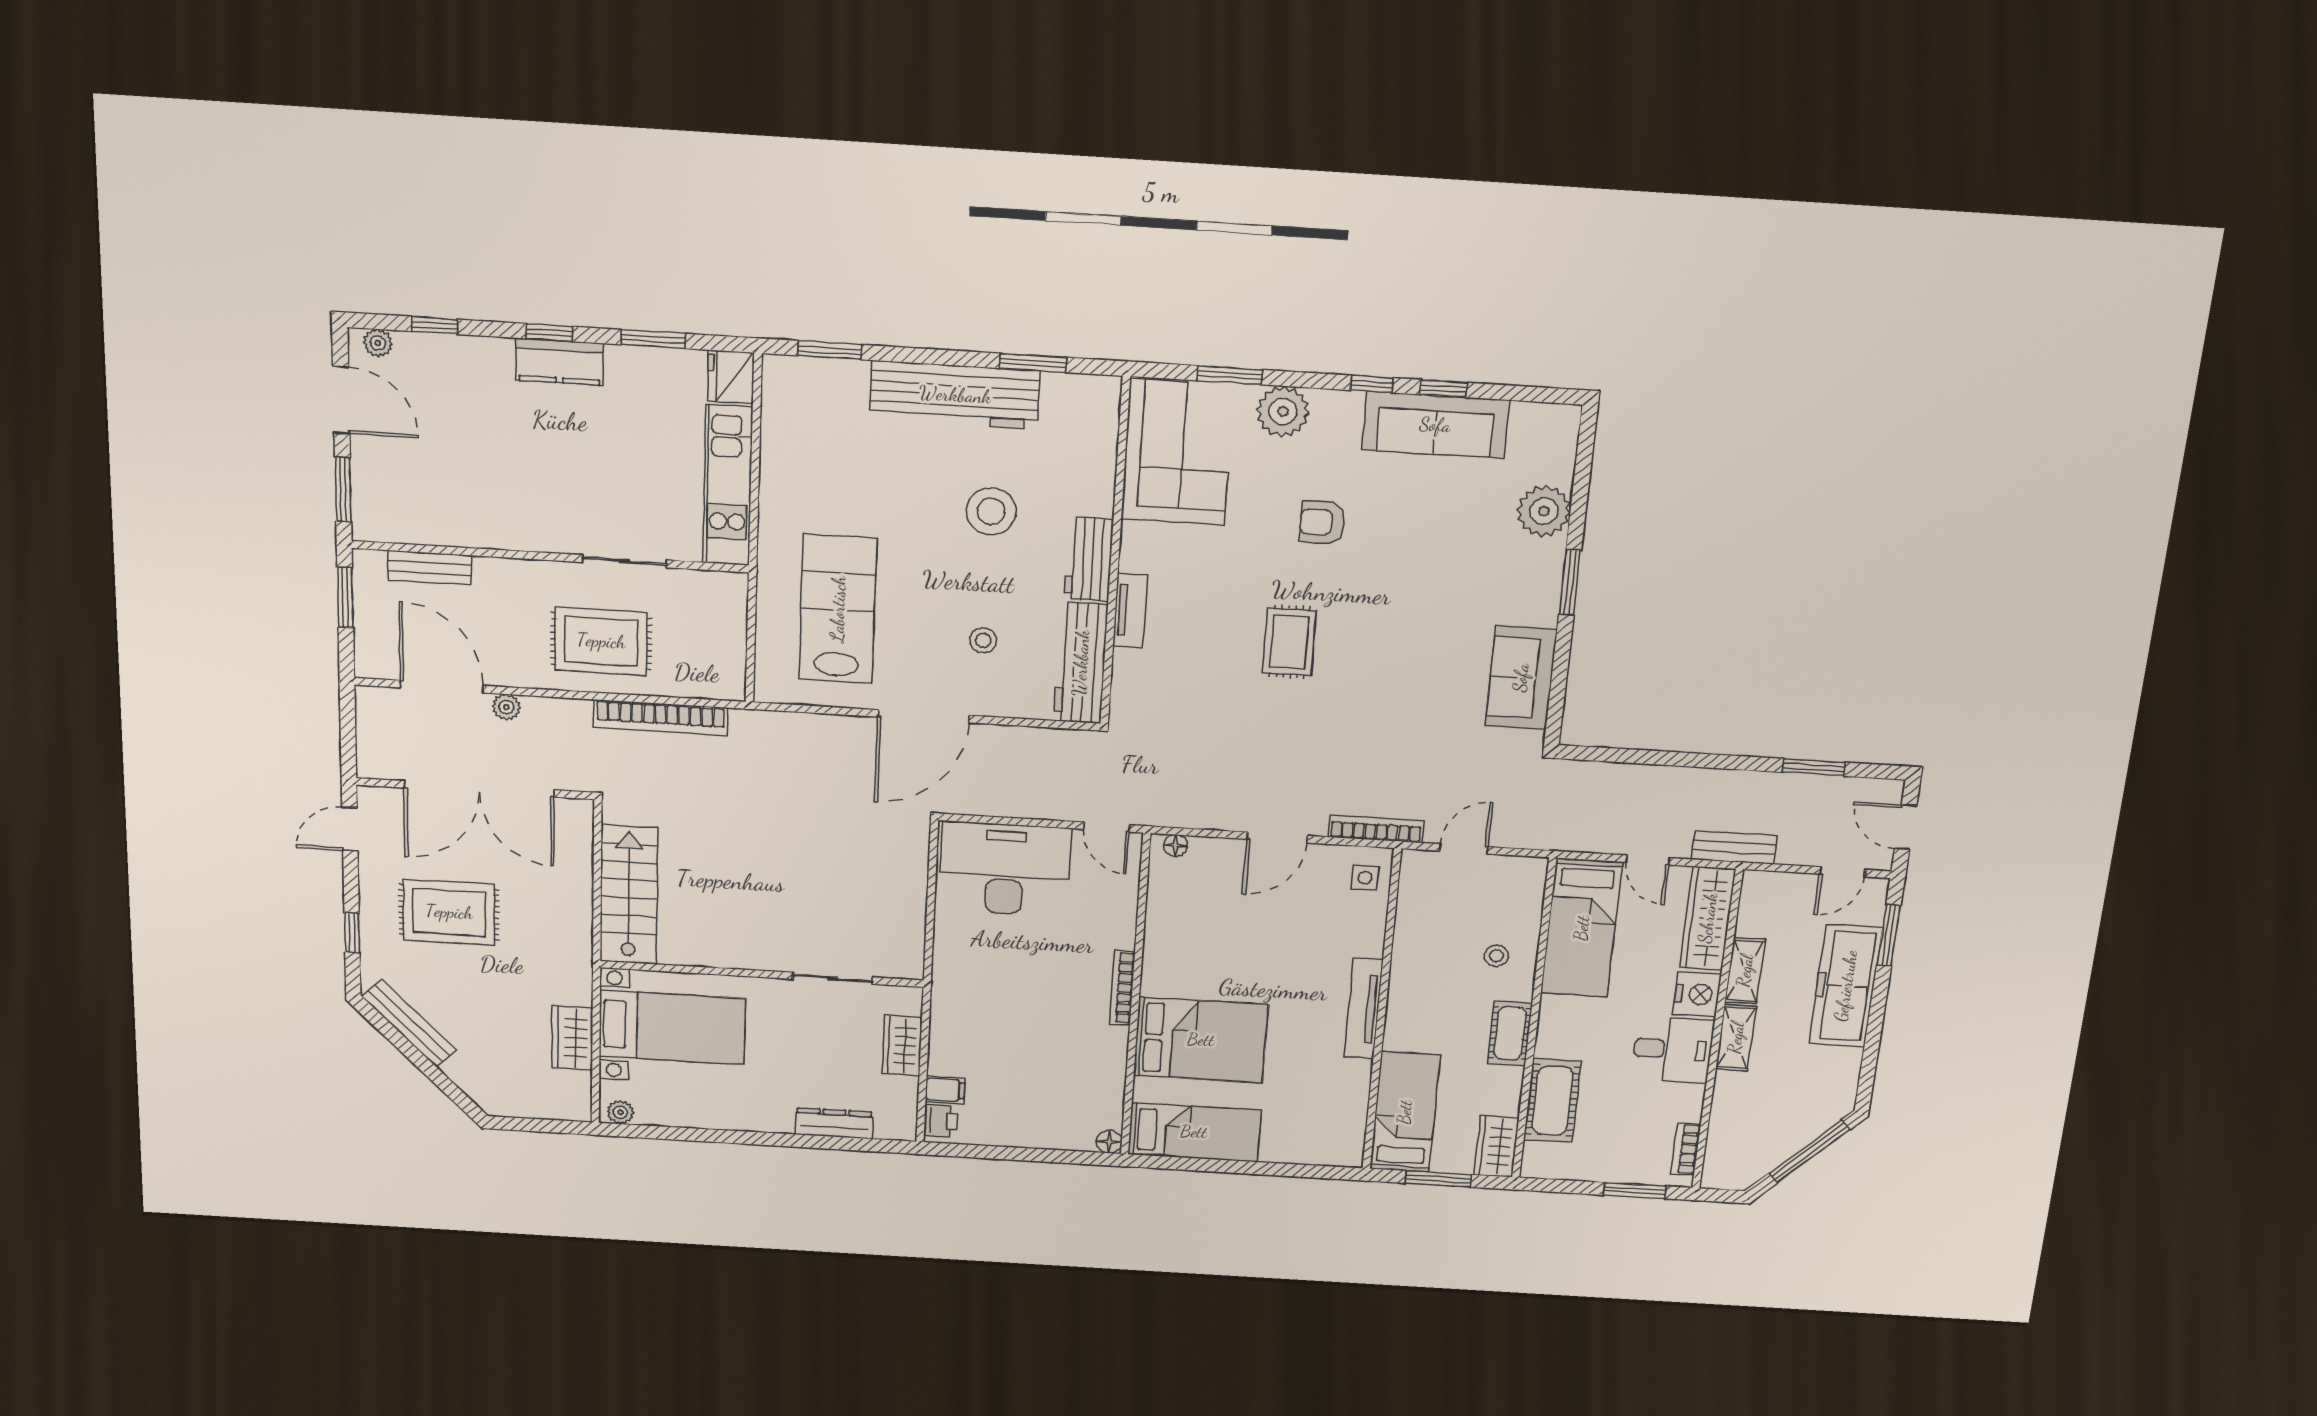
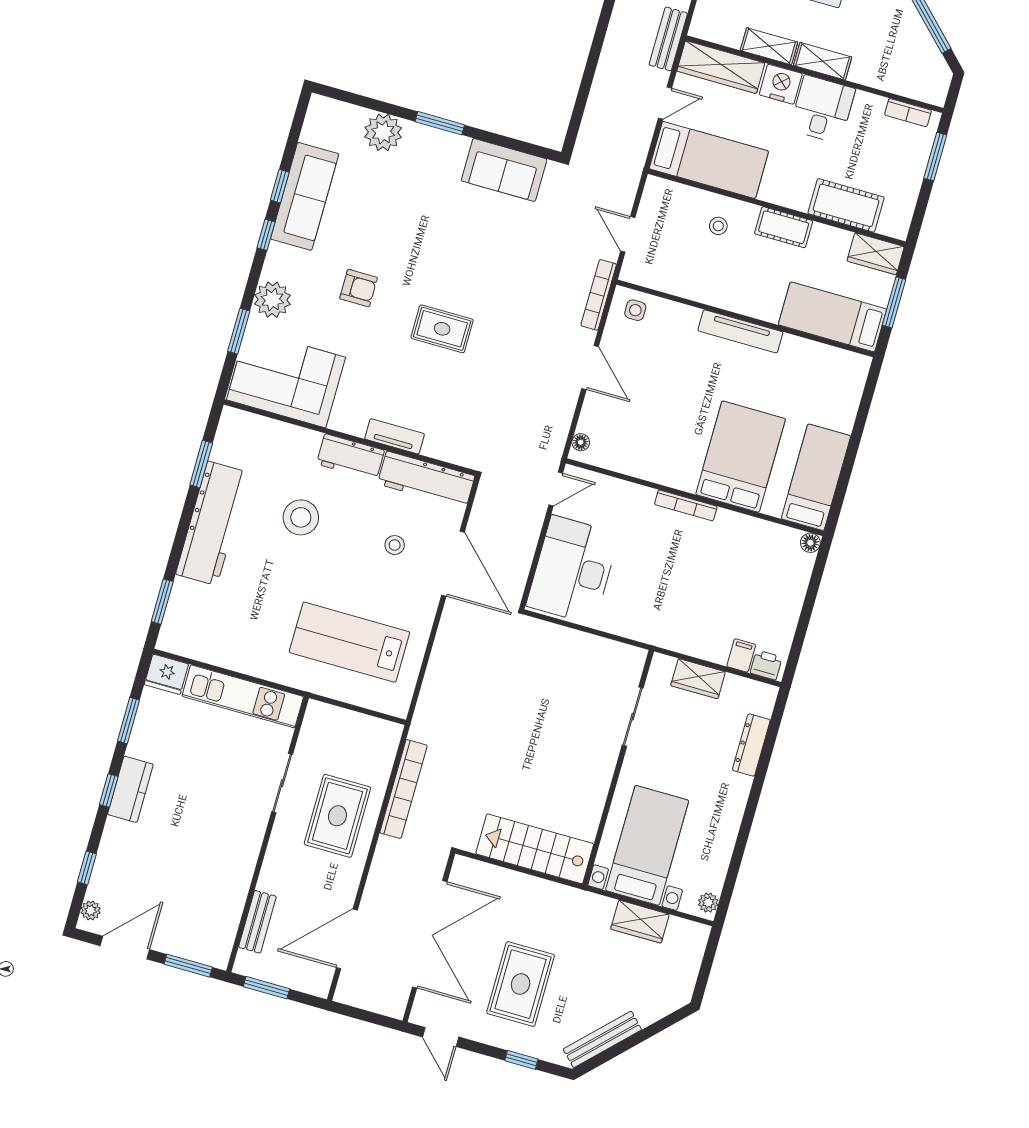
armchair: (1322, 523) -> (358, 288), turned -90
plant: (506, 707) -> (372, 897), removed
door: (923, 716) -> (453, 564), moved

